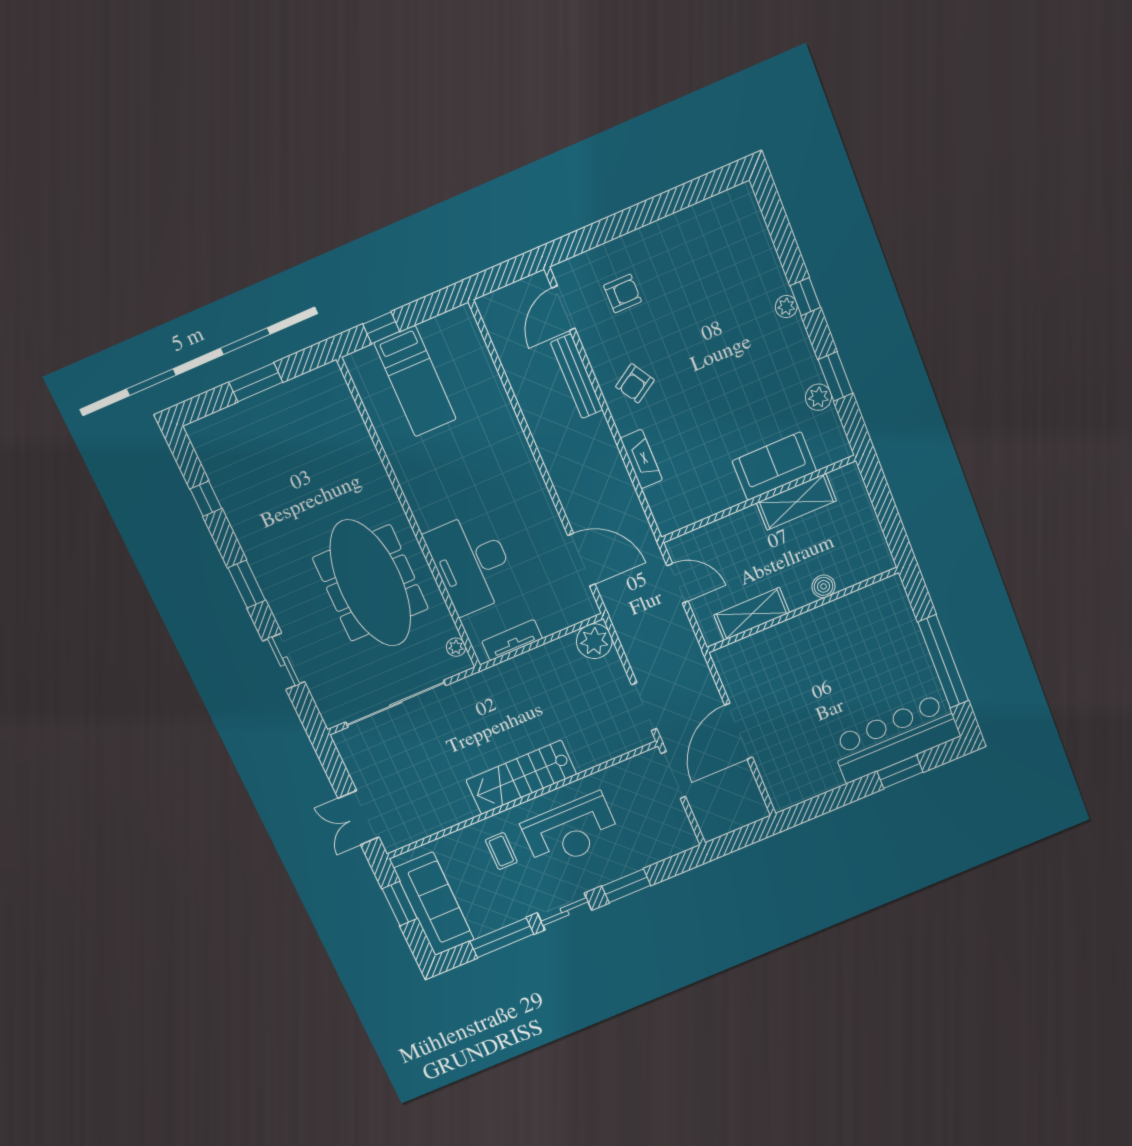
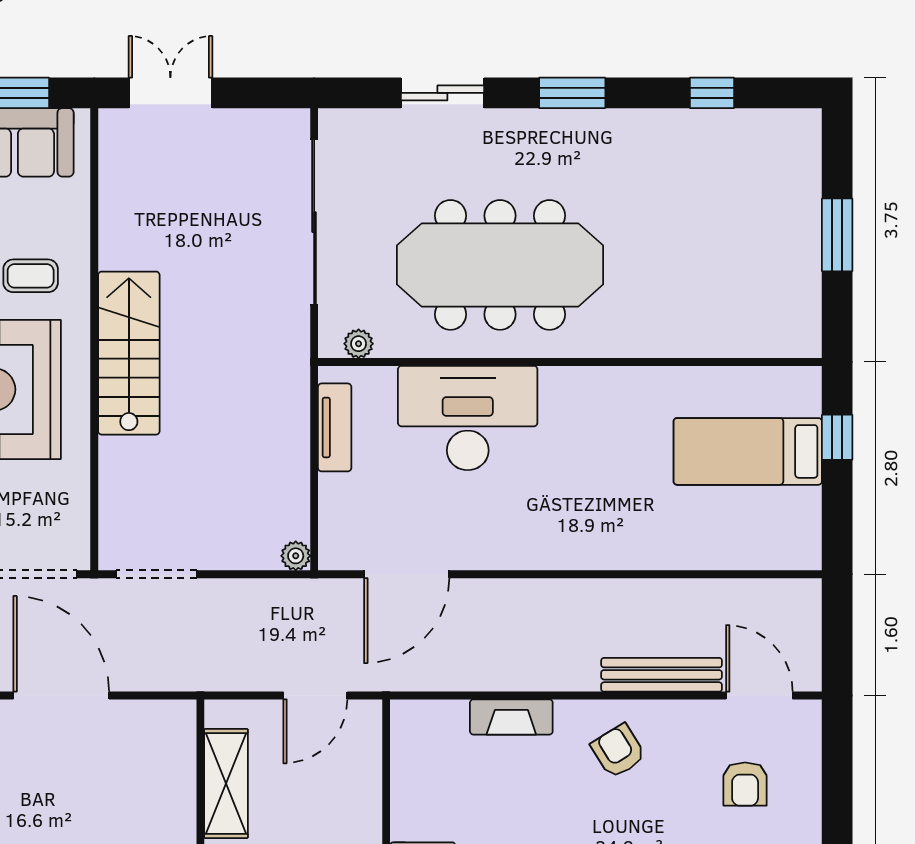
plant: (594, 641) -> (296, 556), width x0.53, depth x0.53

